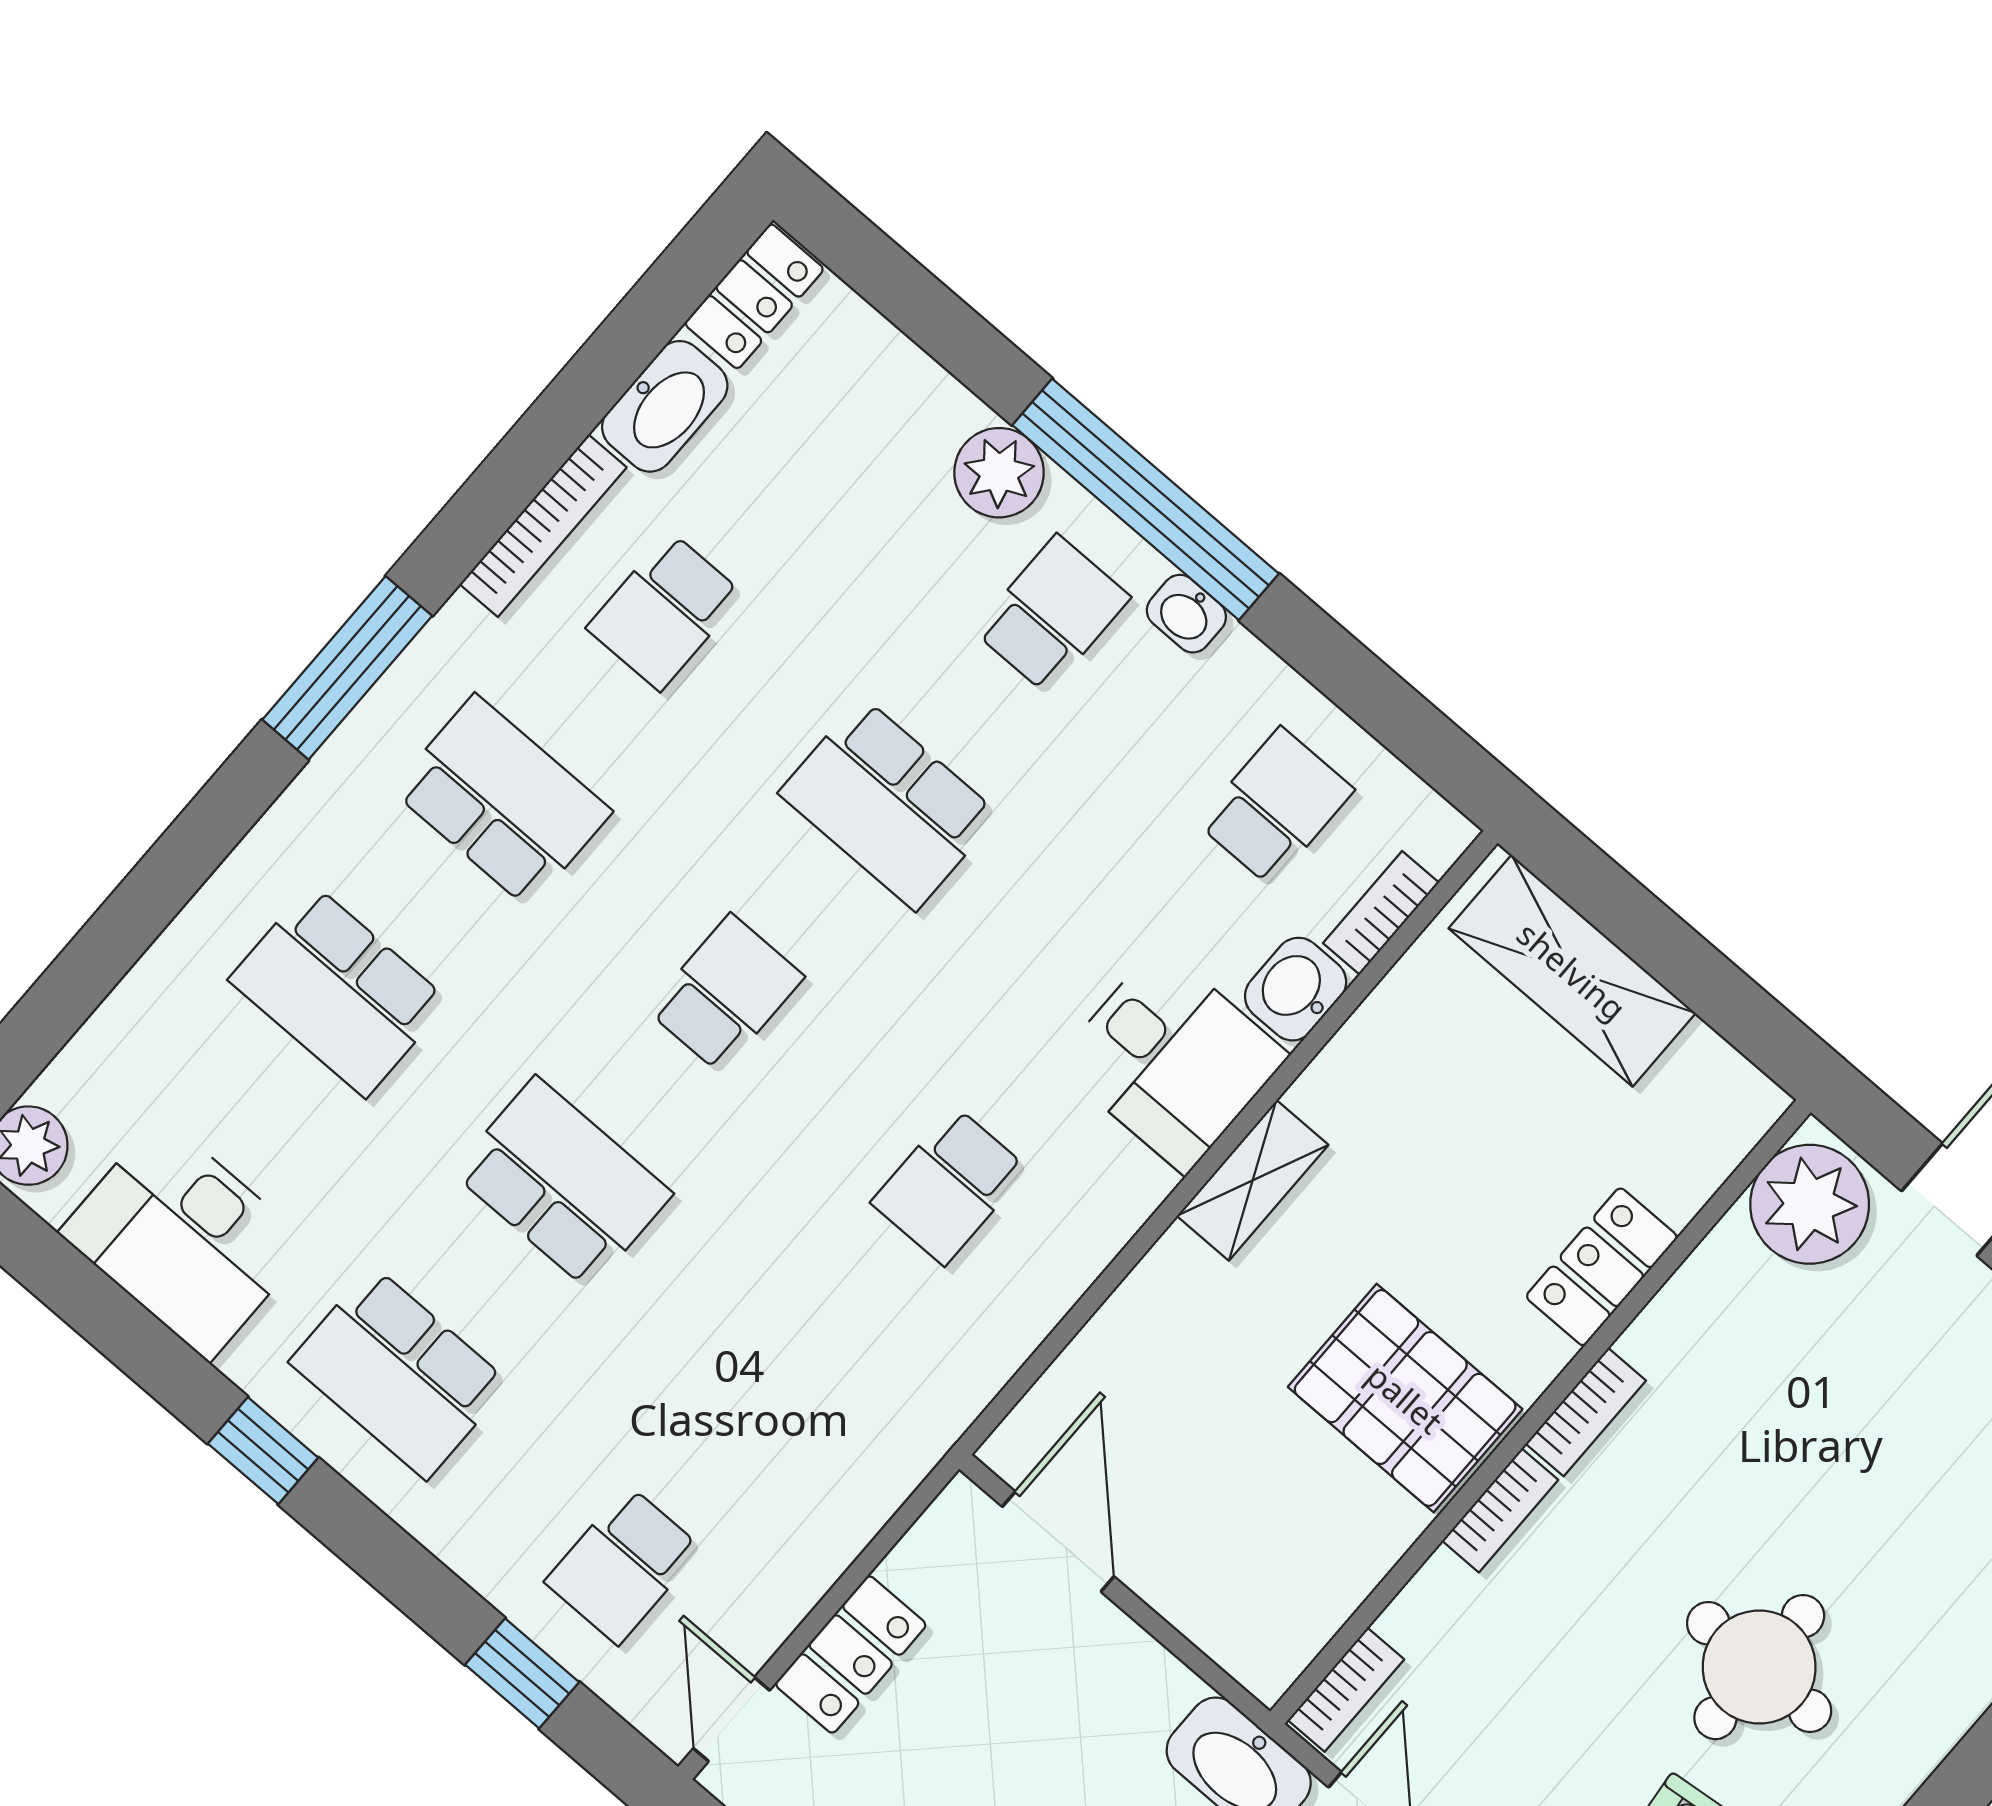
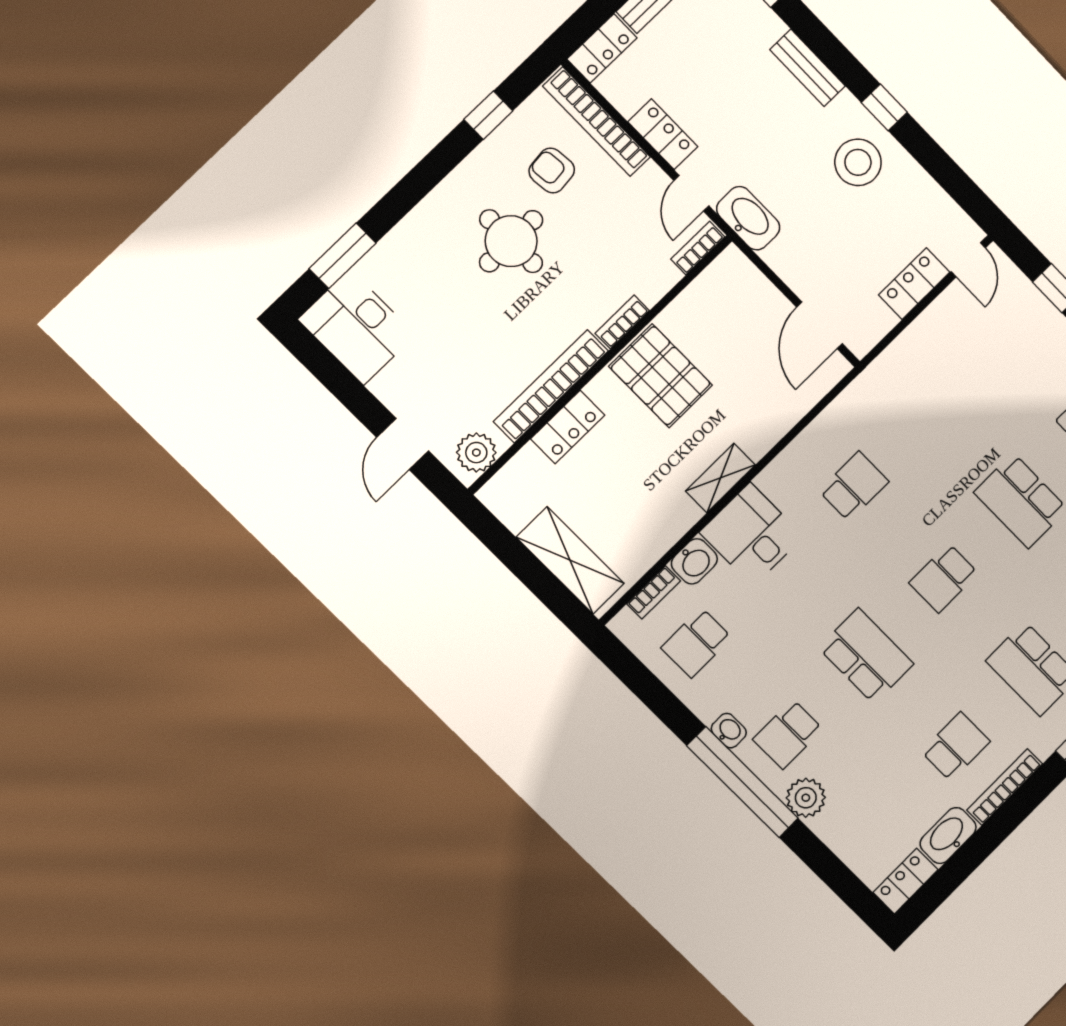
plant: (1810, 1204) -> (476, 453), width x0.73, depth x0.73
bookcase: (1586, 1412) -> (551, 386), width x2.31, depth x1.31
school desk: (623, 1565) -> (1009, 332), removed

